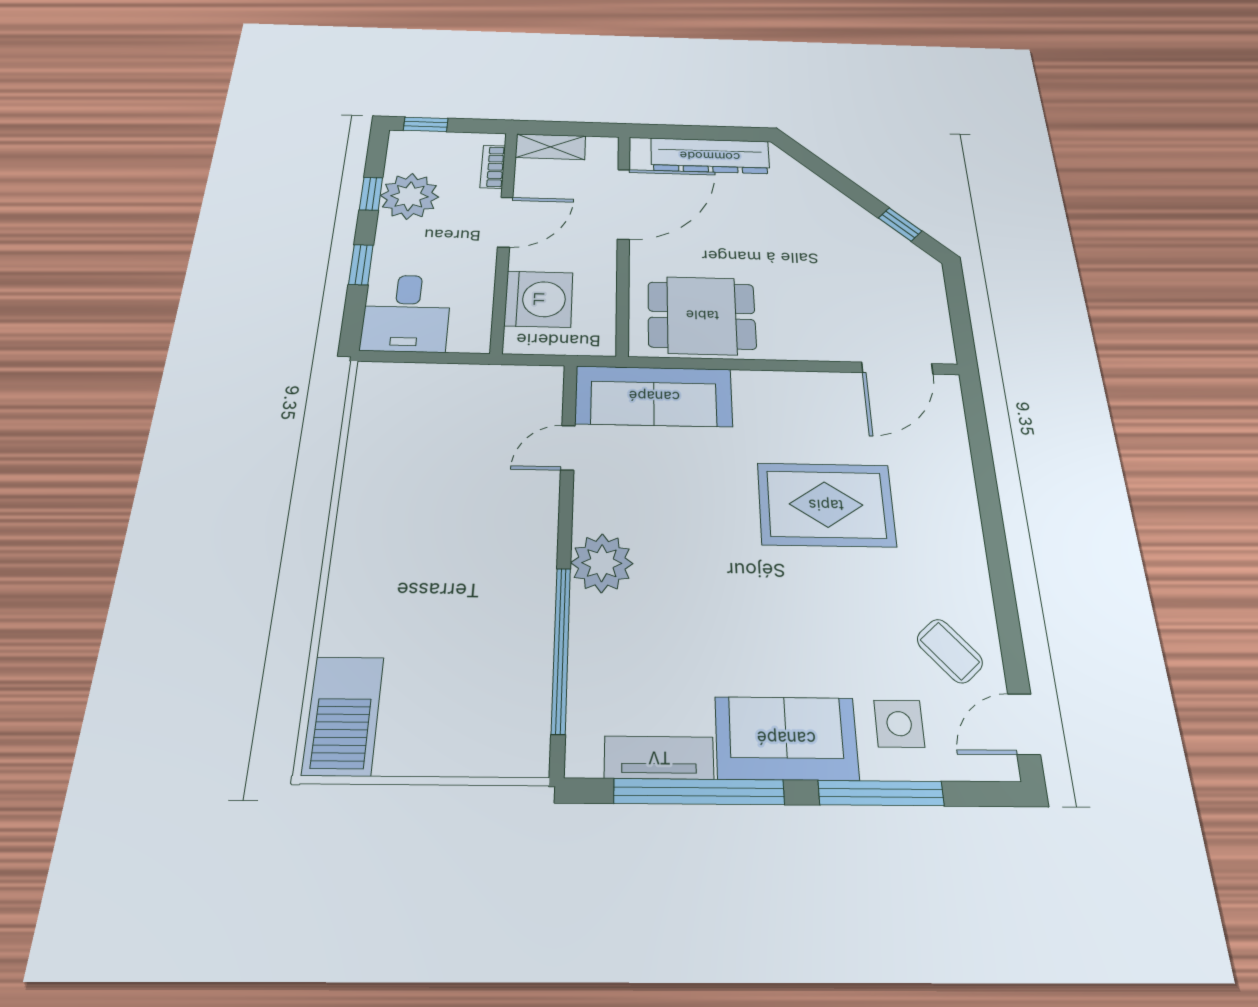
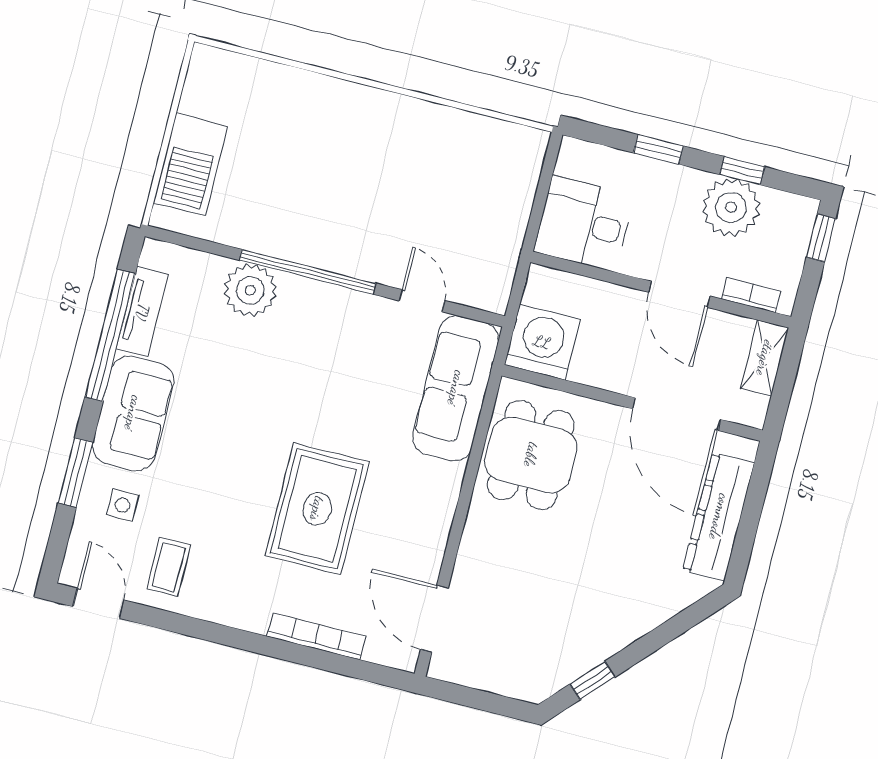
washing machine: (539, 299) -> (542, 342), moved, turned 180
desk: (406, 313) -> (584, 224), moved
bookcase: (961, 475) -> (316, 636), added
plant: (602, 563) -> (250, 290), moved
window: (561, 649) -> (307, 272), moved
coffee table: (950, 651) -> (169, 567), turned -48
barbecue: (343, 715) -> (190, 164), moved, turned -90
side table: (899, 724) -> (123, 505), width x0.73, depth x0.73
window: (881, 793) -> (75, 472), width x0.69

